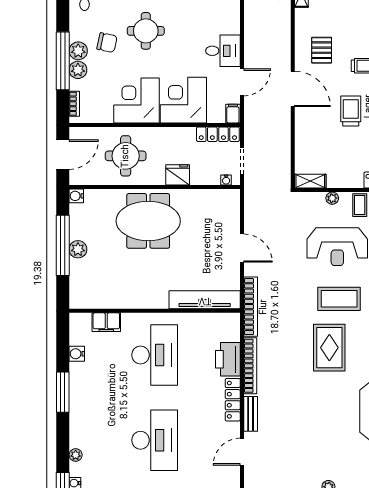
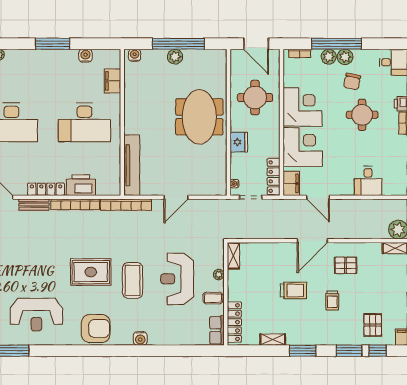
desk: (223, 51) -> (368, 181), moved
filing cabinet: (233, 114) -> (291, 183), width x2.00
water cooler: (76, 196) -> (135, 55), moved

